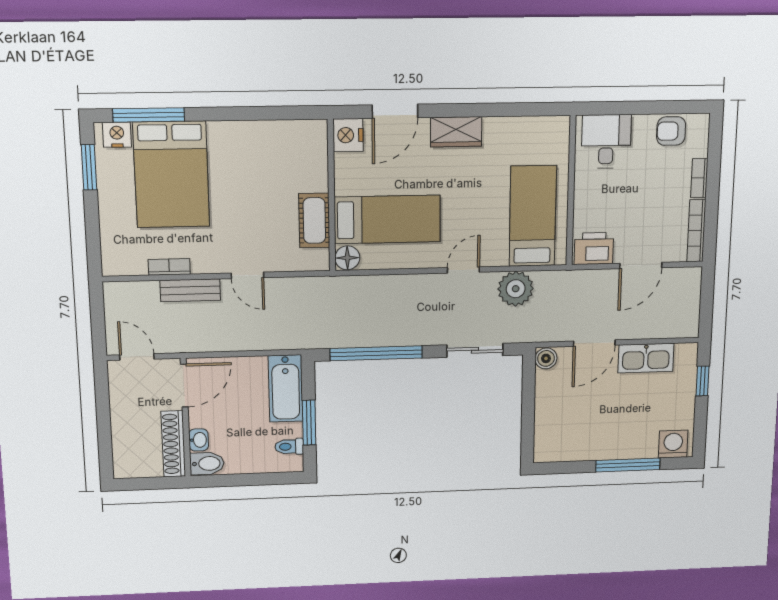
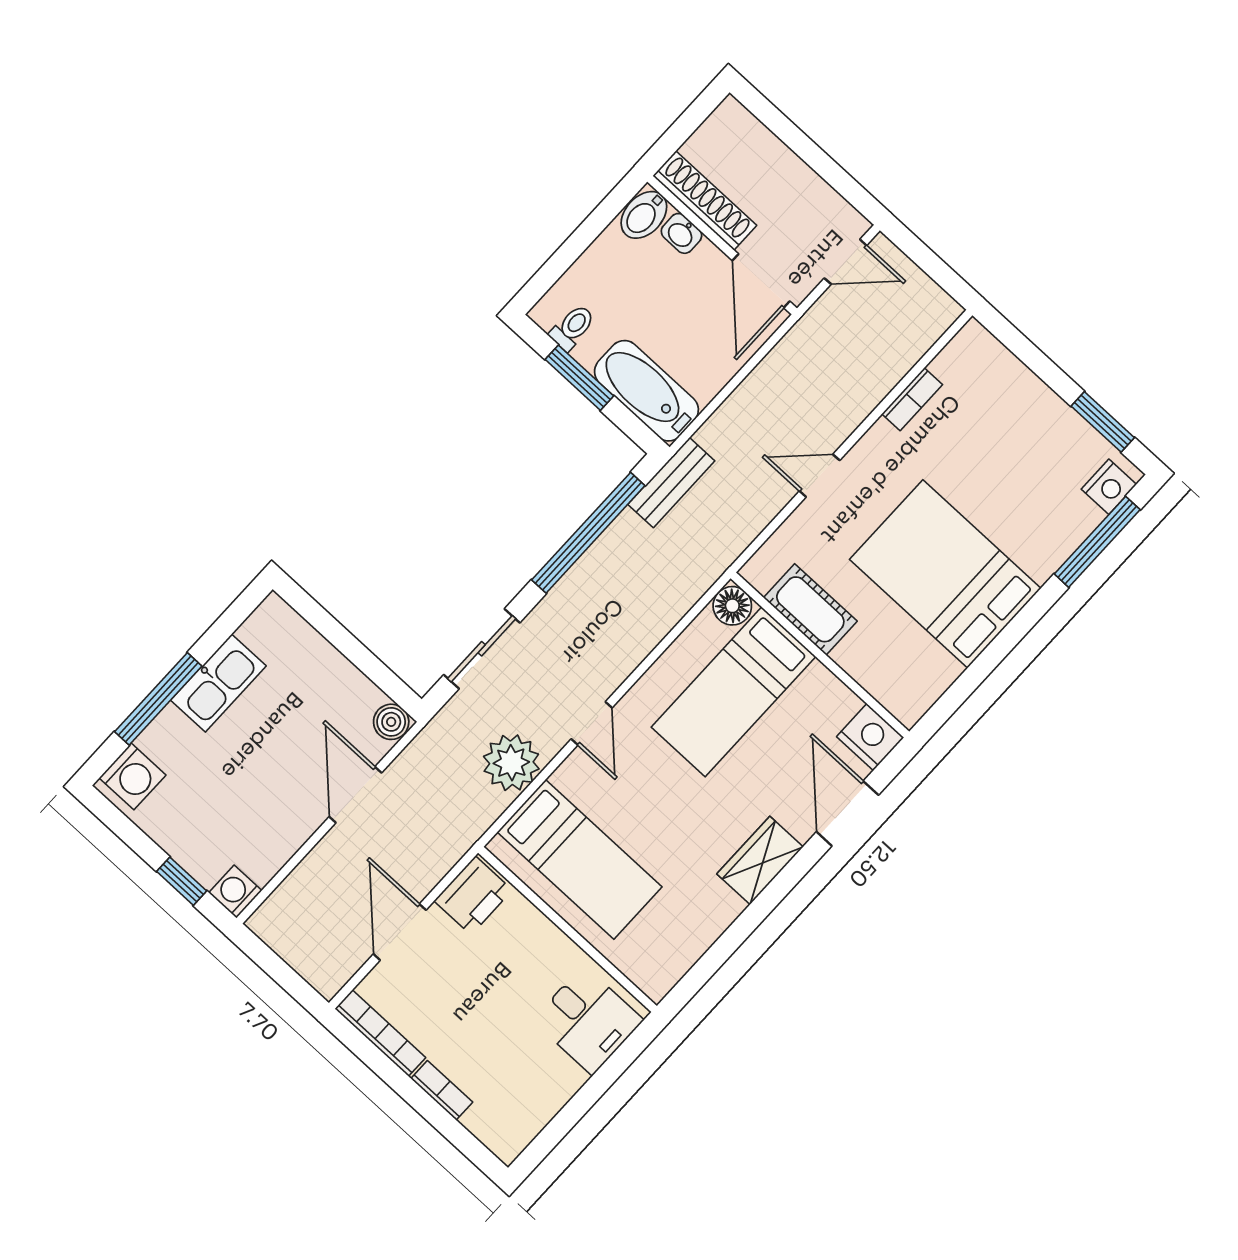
armchair: (671, 131) -> (529, 1105), removed
bed: (171, 175) -> (945, 574), moved
bench: (190, 290) -> (671, 483), moved
washing machine: (687, 354) -> (235, 892), added
kitchen sink: (646, 358) -> (218, 683), moved, turned 180

